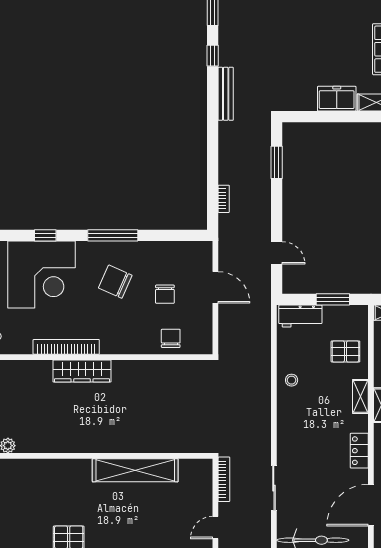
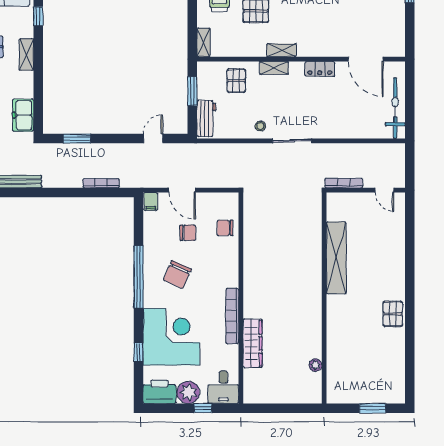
freezer: (337, 99) -> (23, 115), moved
bookcase: (224, 199) -> (101, 183), width x1.56
window: (45, 235) -> (138, 352), moved
window: (113, 235) -> (138, 277), width x1.46
filing cabinet: (202, 250) -> (151, 201), added
door: (215, 287) -> (182, 190), swing flipped
wardrobe: (82, 371) -> (253, 343), moved
sliding door: (274, 488) -> (292, 141), moved

